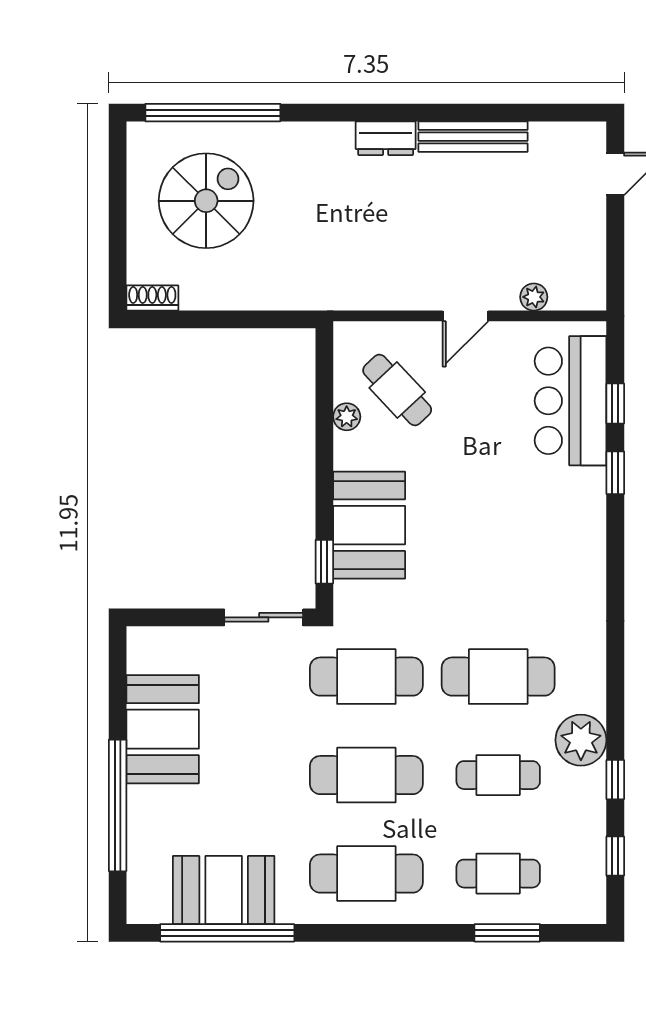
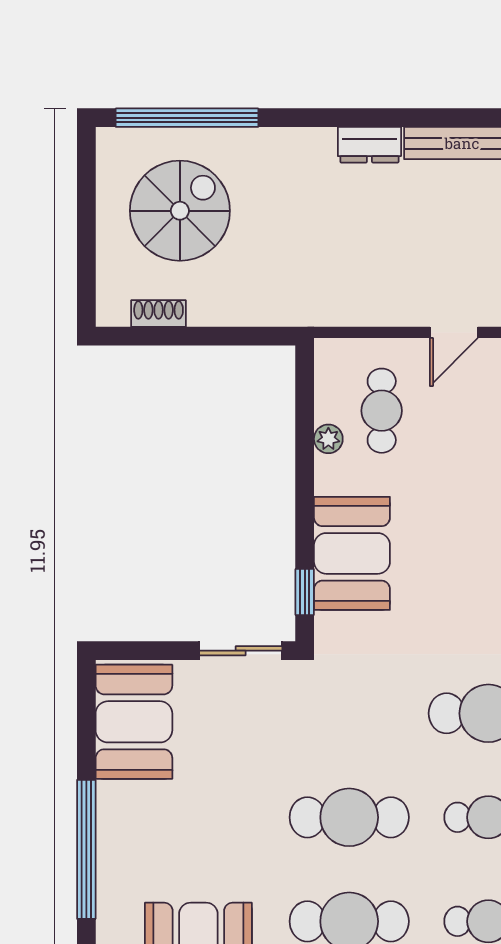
shoe rack: (152, 298) -> (159, 313), moved
cafe table: (397, 390) -> (382, 411), turned 43
cafe table: (366, 677) -> (349, 713), removed
booth: (163, 729) -> (134, 722), moved

